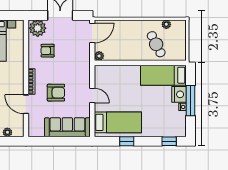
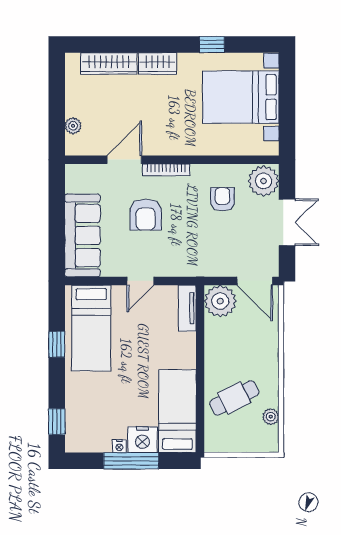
plant: (99, 56) -> (220, 301), width x1.87, depth x1.87
tv unit: (107, 70) -> (187, 308), added

